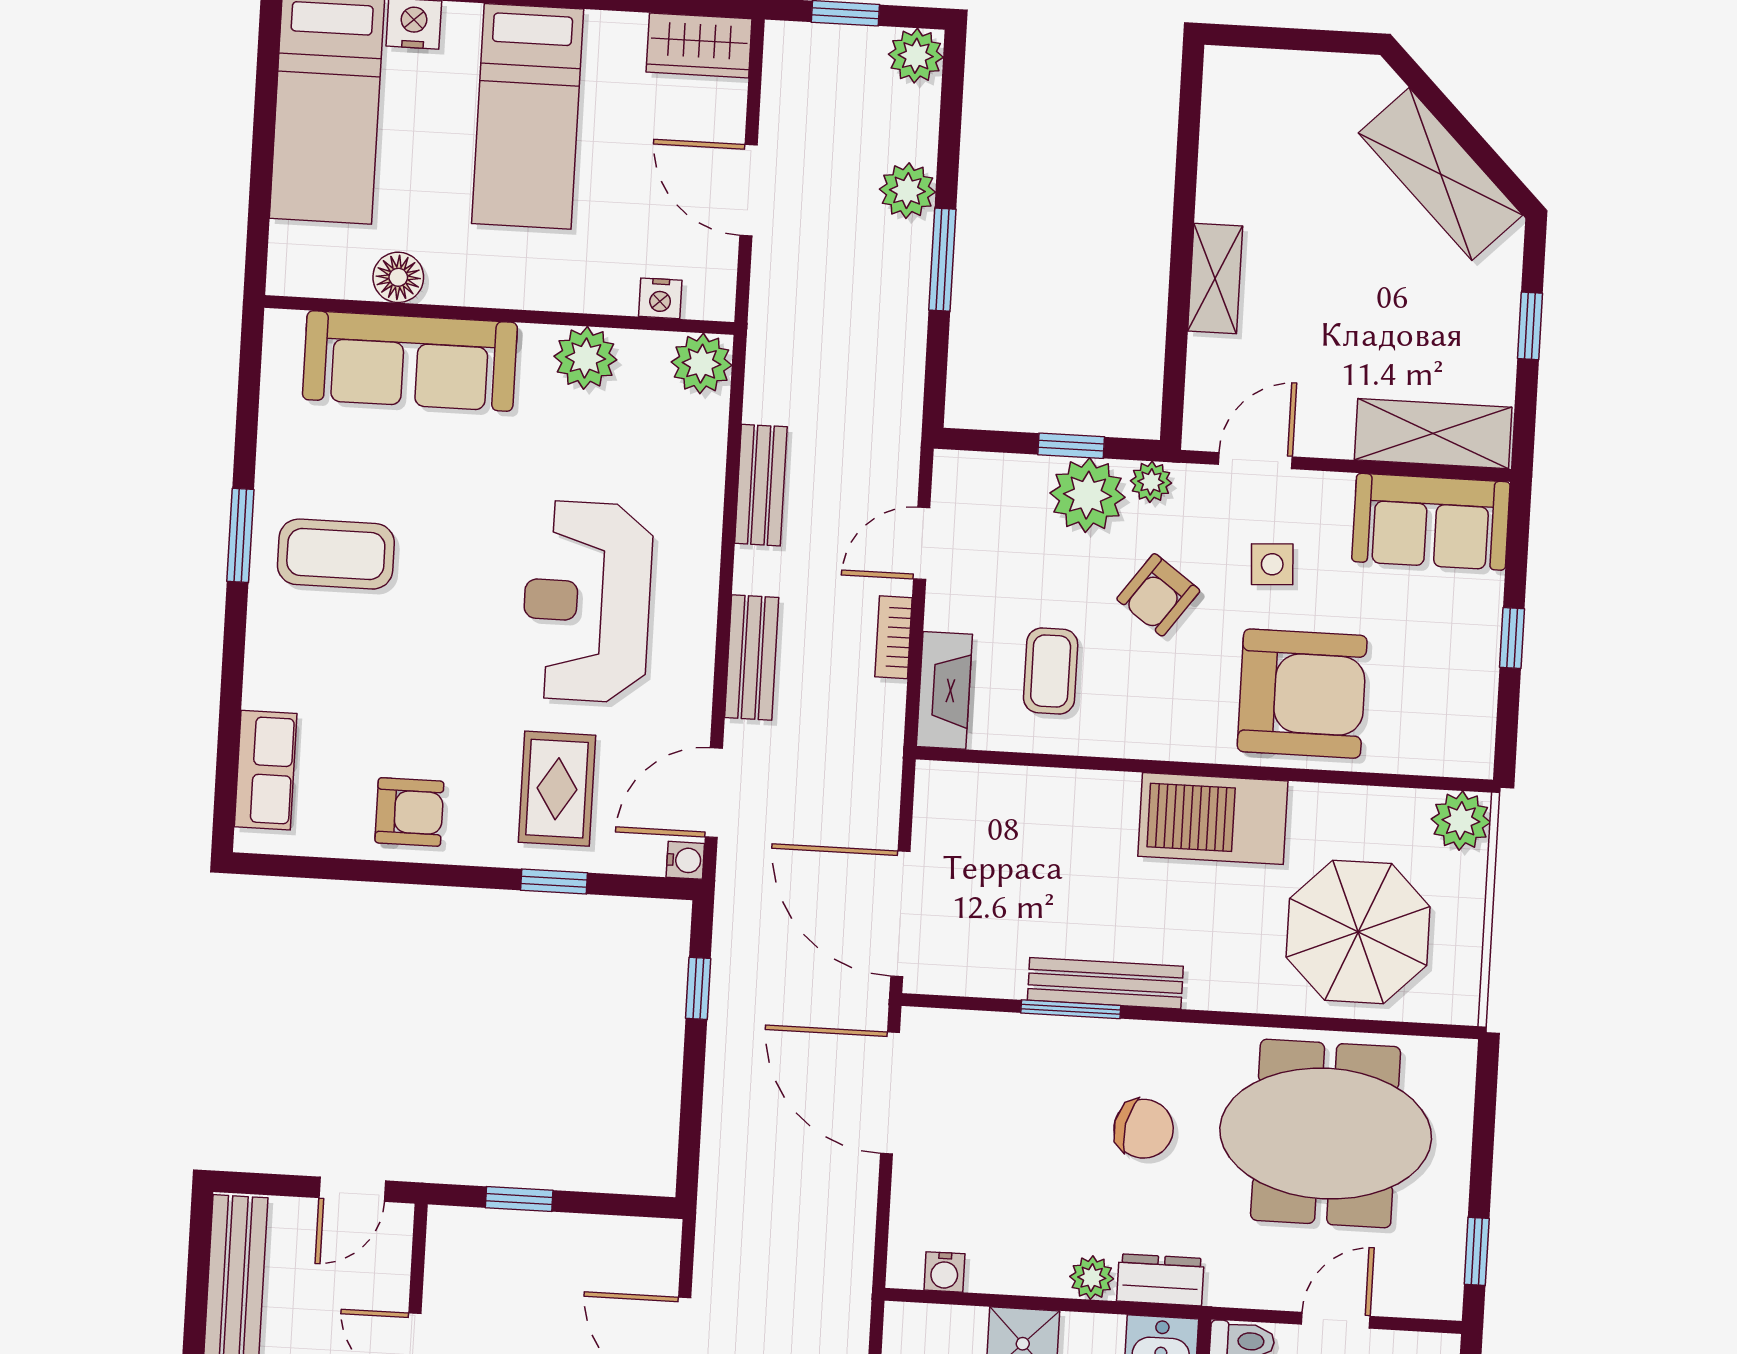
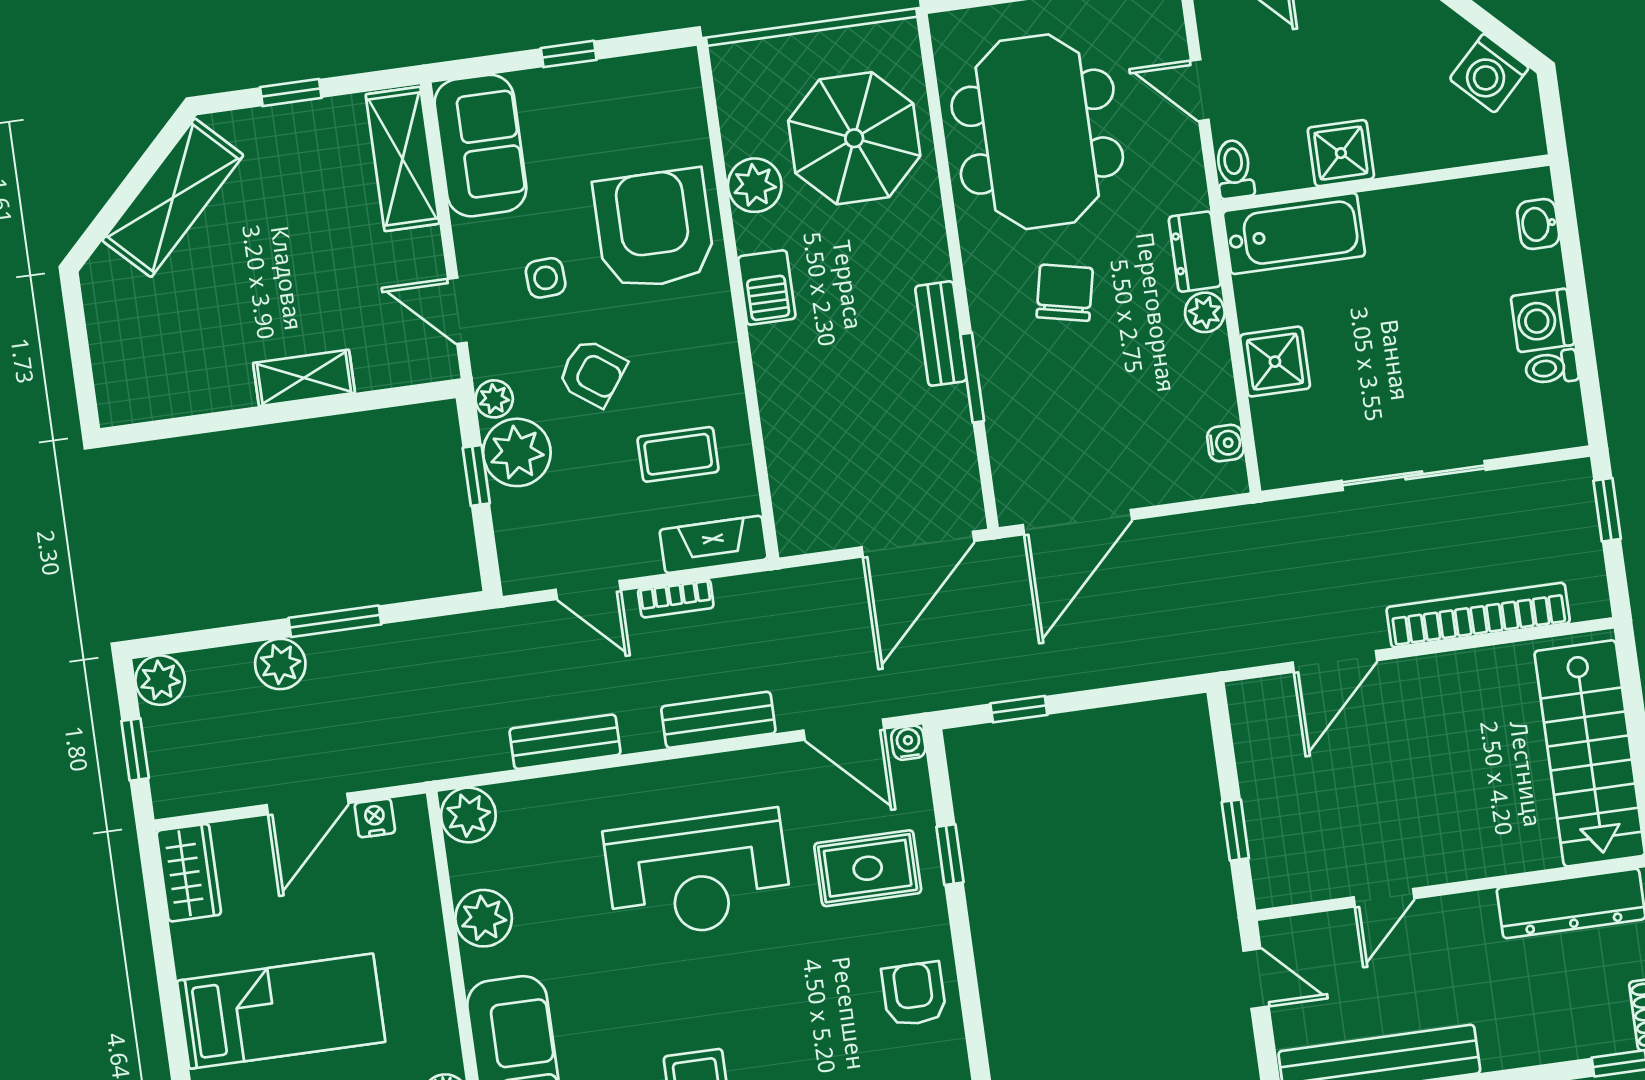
nightstand: (660, 298) -> (375, 818), moved, turned -90
barbecue: (1213, 819) -> (767, 288), width x0.53, depth x0.65
plant: (1461, 821) -> (755, 185), moved
bench: (1105, 983) -> (941, 334), width x0.73

